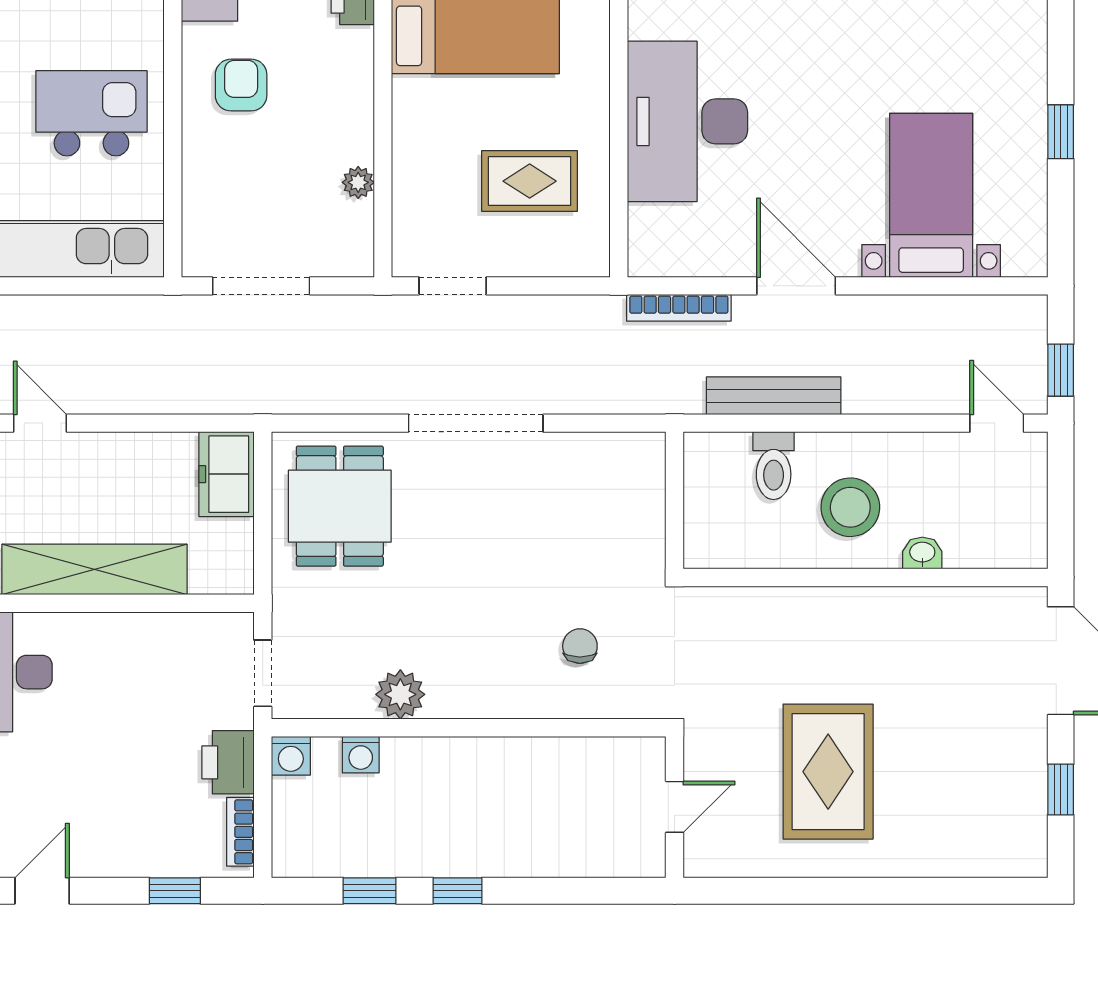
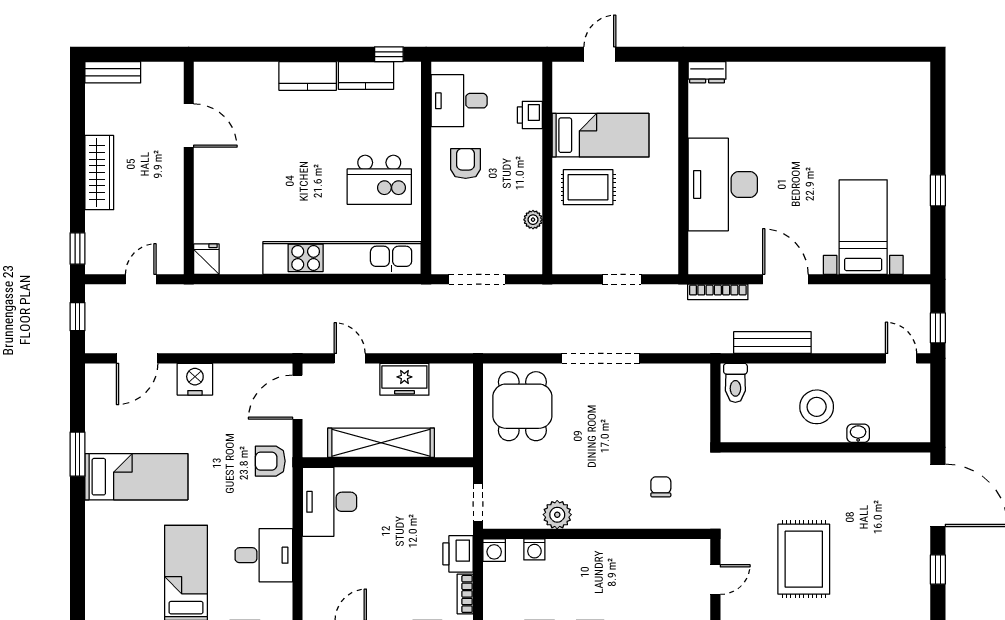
kitchen island: (91, 113) -> (379, 180), turned 180
rug: (530, 181) -> (588, 187), moved
doorway: (453, 286) -> (622, 279), moved
toilet: (774, 466) -> (735, 383), moved
freezer: (227, 474) -> (404, 379), moved, turned -90

